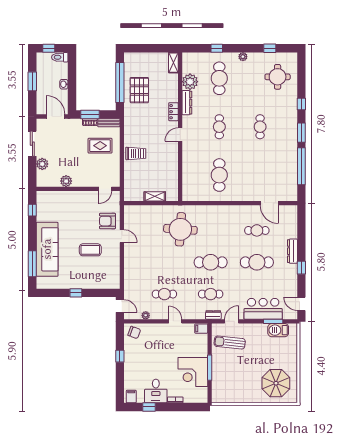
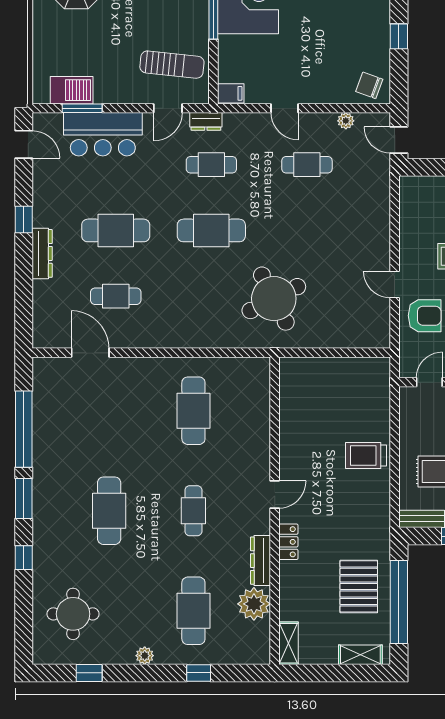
cafe table: (260, 127) -> (109, 511), width x1.37, depth x1.35
shelving: (155, 196) -> (360, 655), moved
round table: (180, 229) -> (274, 299), turned -31

